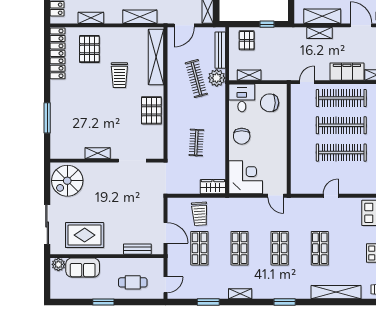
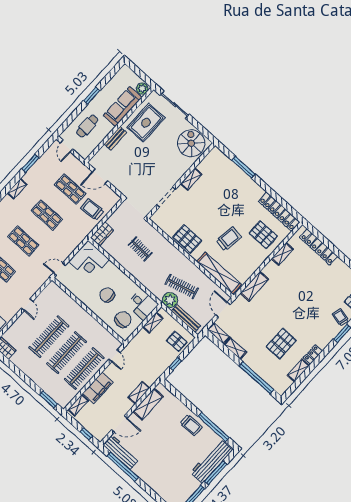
trolley: (119, 75) -> (229, 239), turned 98
chair: (242, 136) -> (107, 295), moved
bench: (137, 249) -> (115, 138), moved
sofa: (83, 268) -> (123, 106), width x1.36

